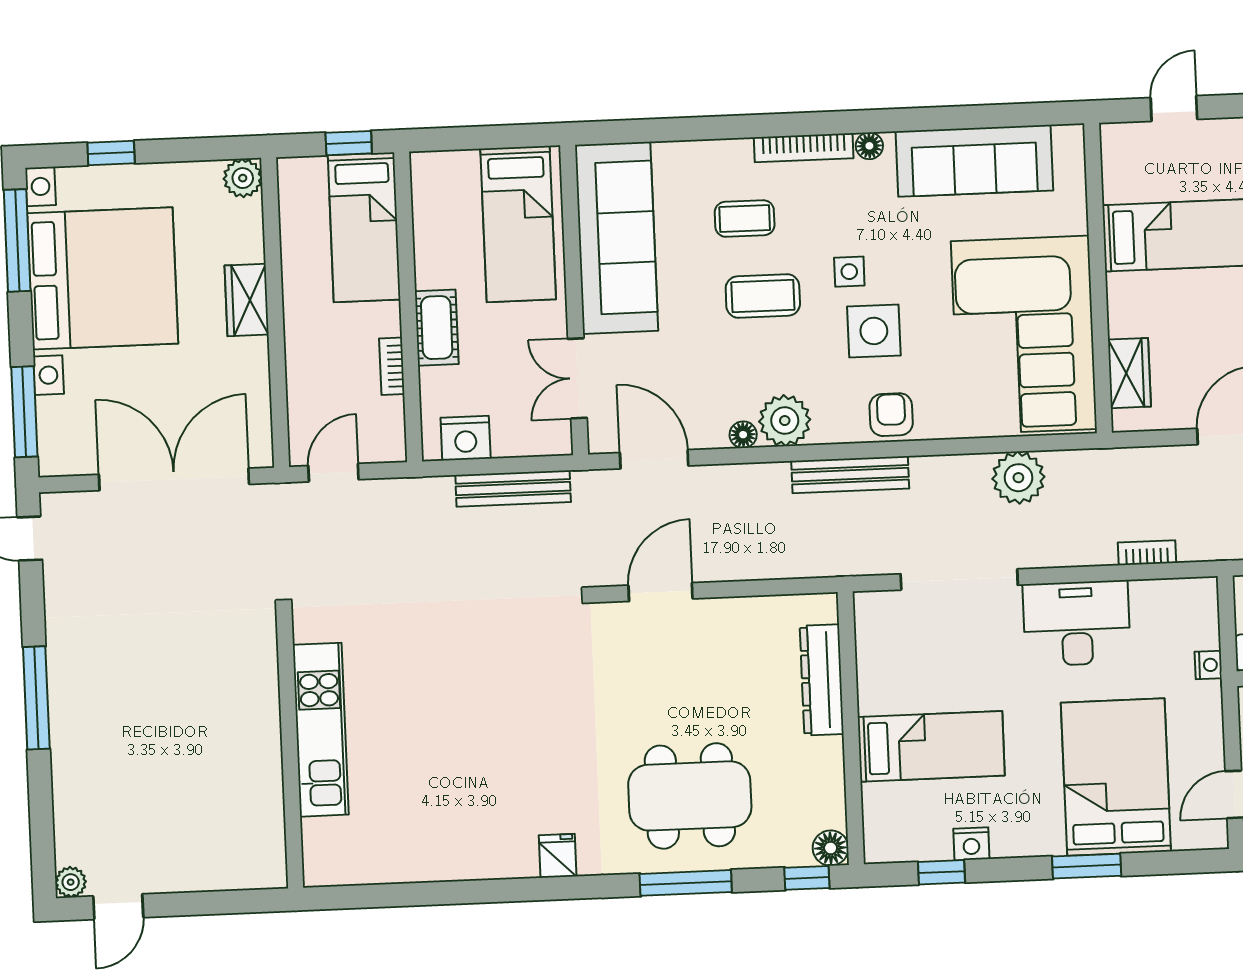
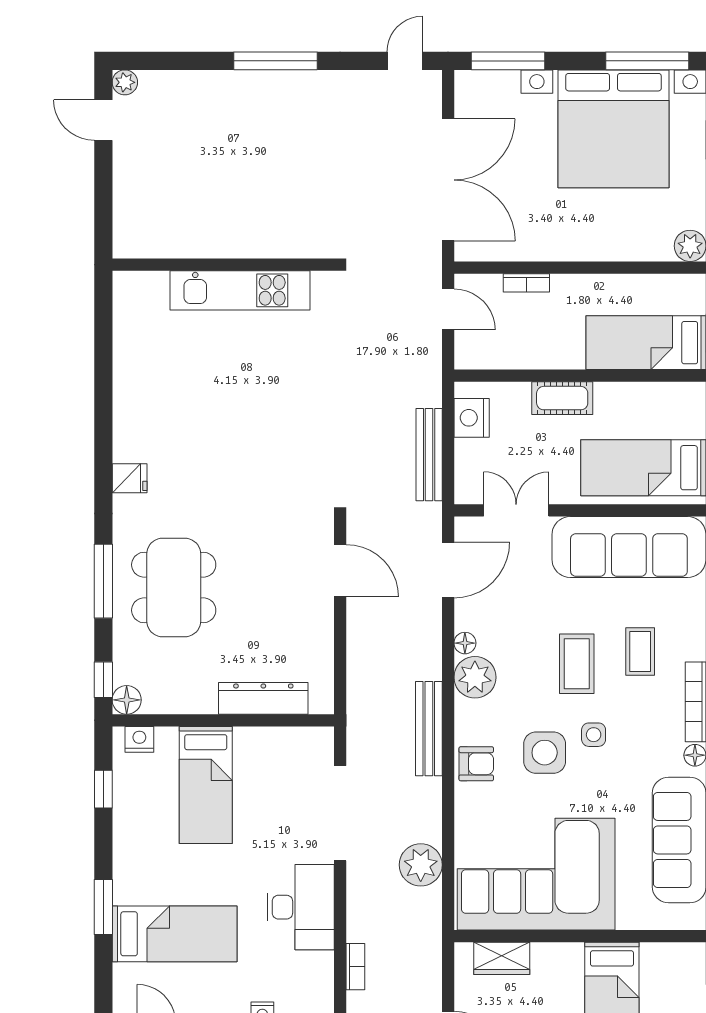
wardrobe: (247, 300) -> (591, 245), removed
bookcase: (392, 366) -> (526, 283), moved, turned 180
bed: (1116, 777) -> (175, 934), width x0.67
nightstand: (971, 844) -> (139, 739), moved, turned 90

